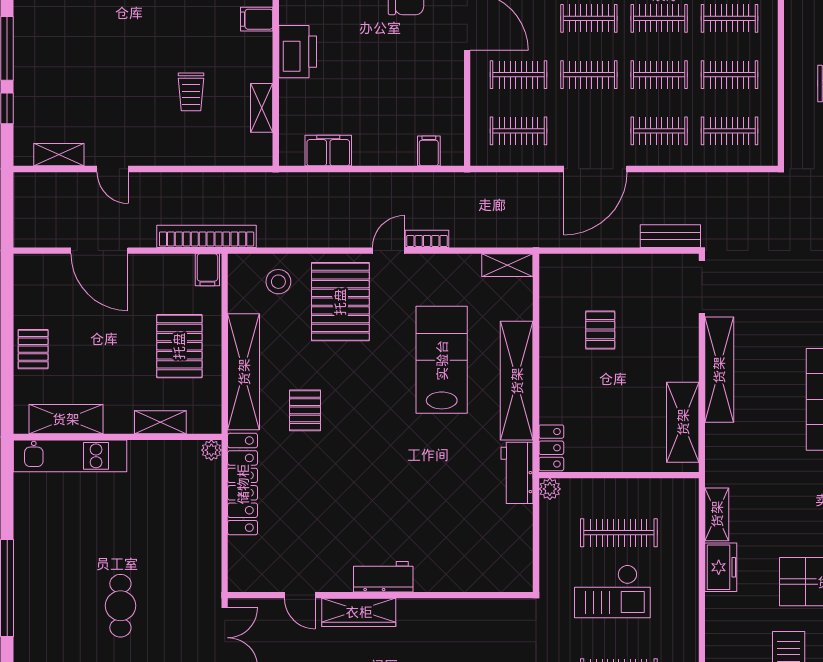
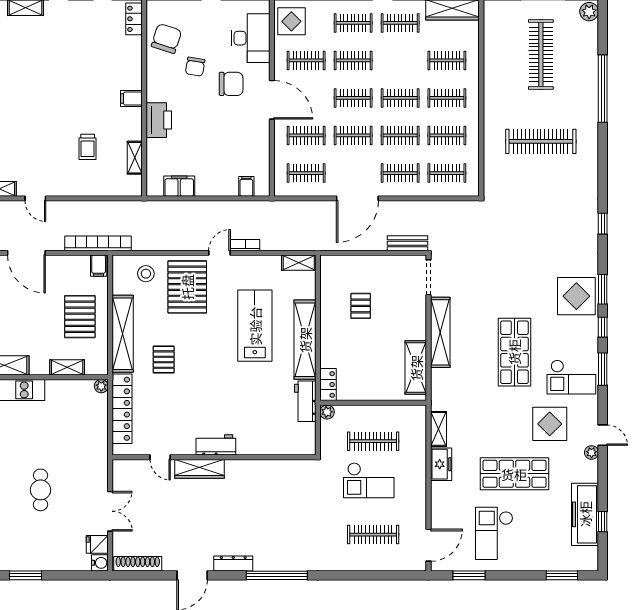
workbench: (383, 577) -> (216, 445), moved
door: (300, 595) -> (160, 457), moved
wall: (380, 595) -> (214, 457), moved
wardrobe: (359, 612) -> (199, 469), moved

